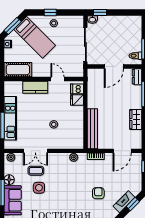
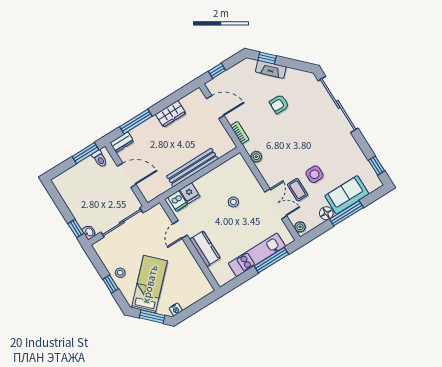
cot: (18, 70) -> (197, 280), removed
bench: (92, 129) -> (192, 167), moved

